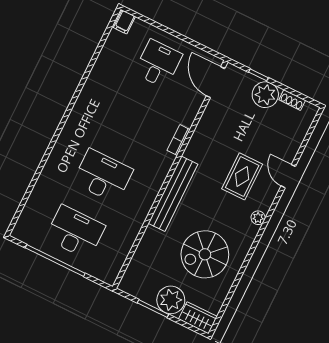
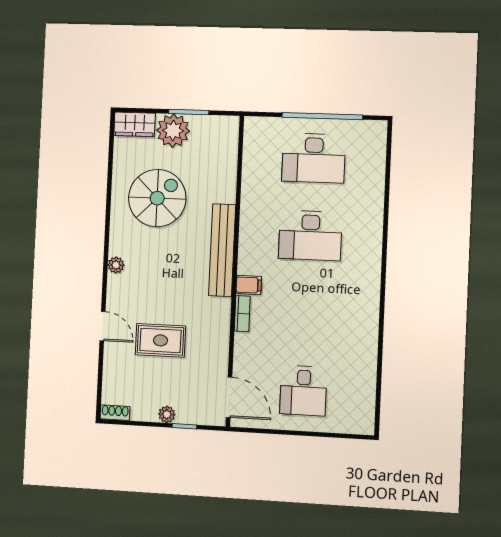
filing cabinet: (124, 22) -> (249, 285), moved, turned 90
plant: (265, 95) -> (167, 414), width x0.53, depth x0.53
shoe rack: (292, 100) -> (115, 413), moved
rug: (242, 176) -> (160, 340), moved, turned 90

